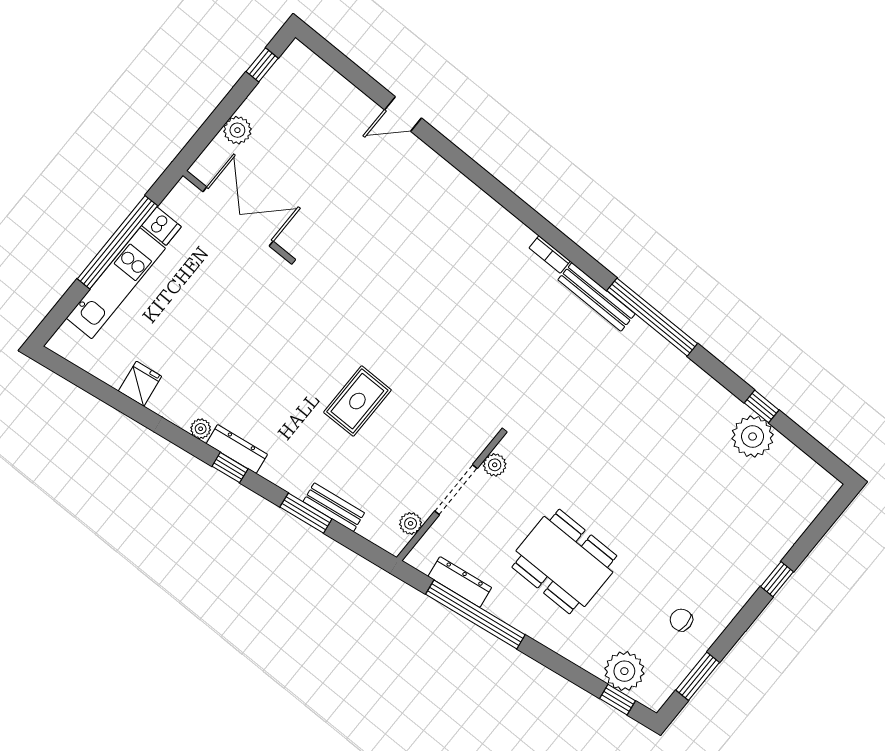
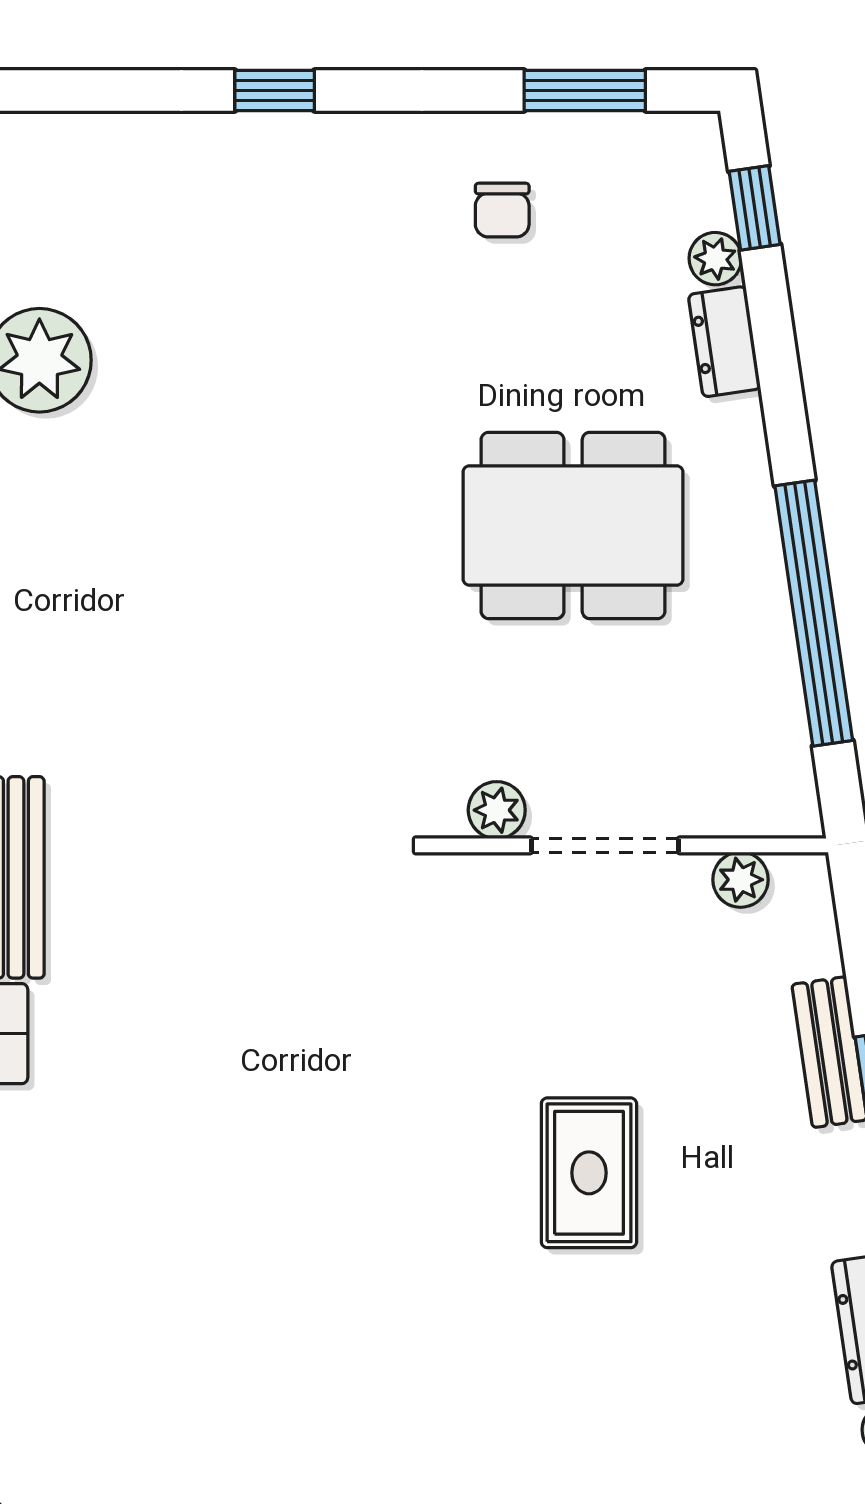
rug: (357, 401) -> (589, 1173), turned 90
dining table: (564, 561) -> (573, 525), turned 90
dresser: (460, 582) -> (724, 342), moved, width x0.70
plant: (624, 671) -> (715, 259), width x0.53, depth x0.53

